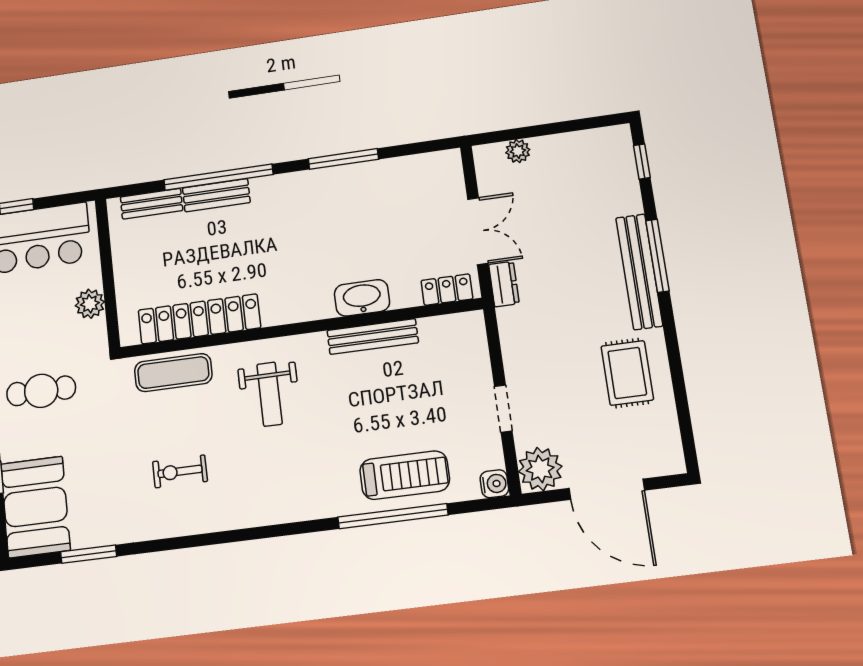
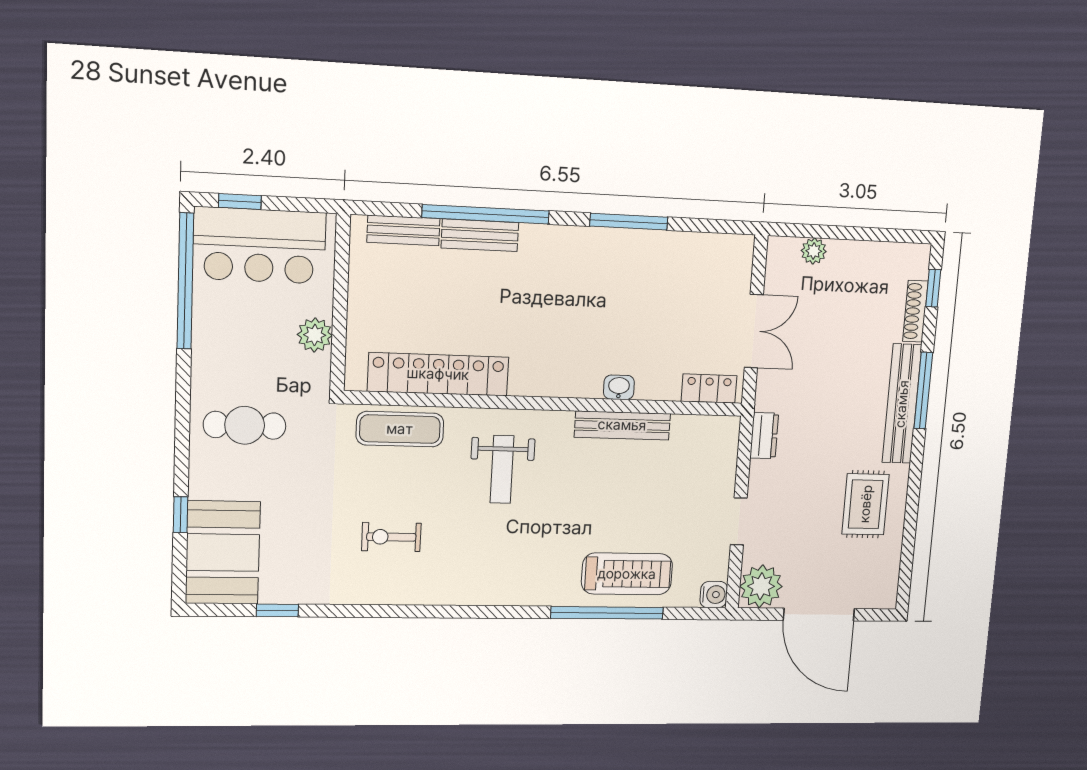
shoe rack: (630, 185) -> (915, 311), added
dresser: (504, 284) -> (764, 436), moved
washbasin: (362, 298) -> (619, 387), width x0.52, depth x0.69
window: (89, 554) -> (277, 610), width x0.67

